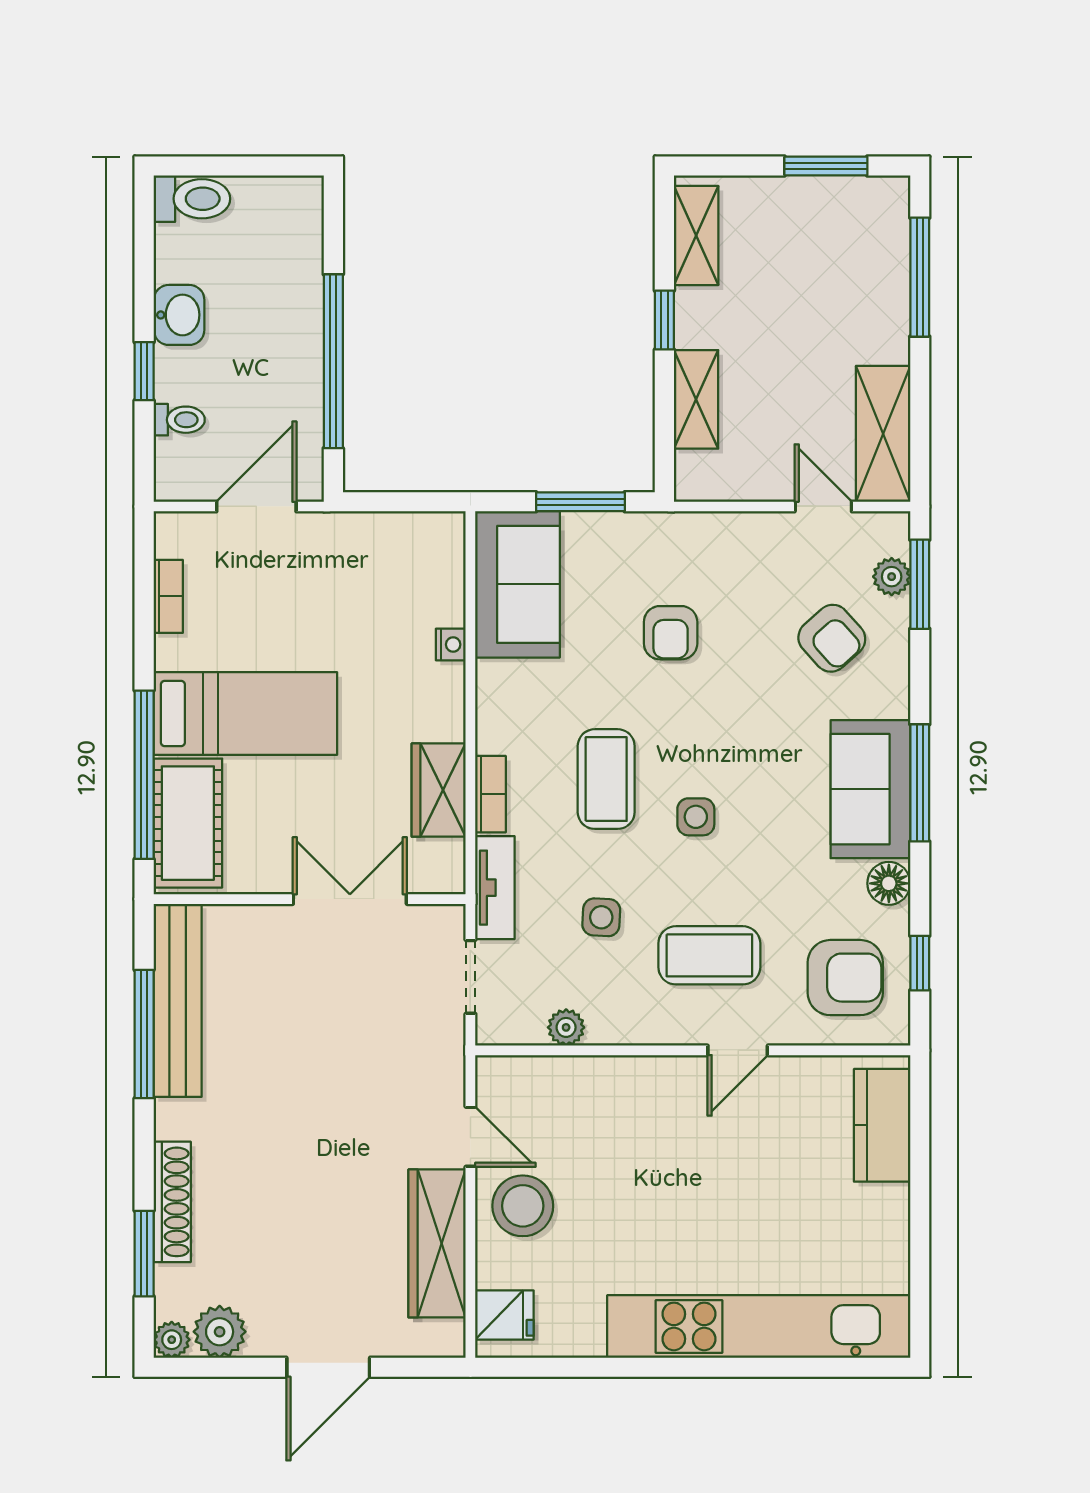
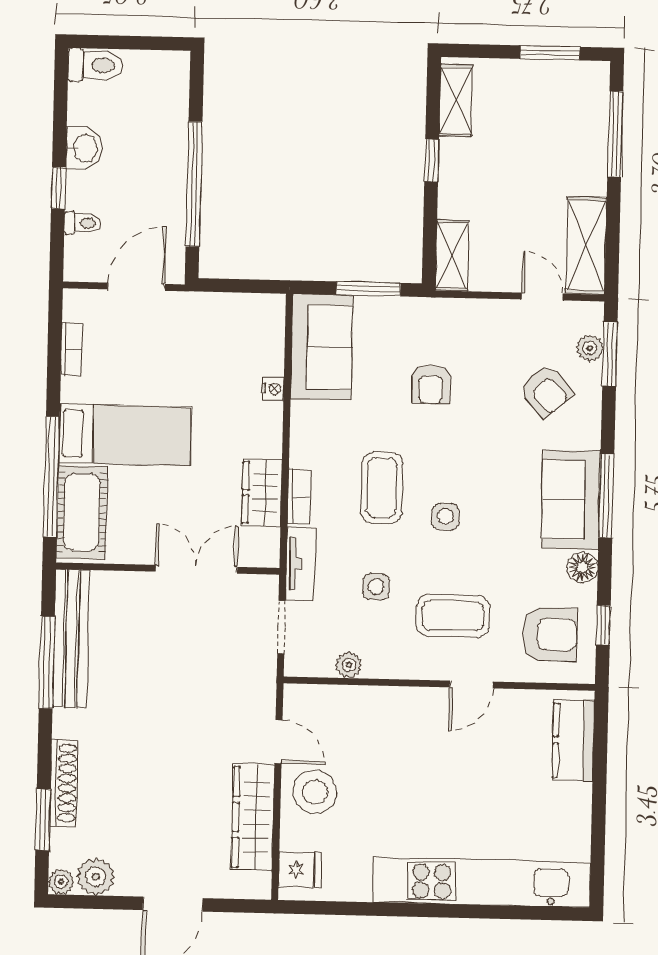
shelving: (696, 399) -> (452, 256), moved

